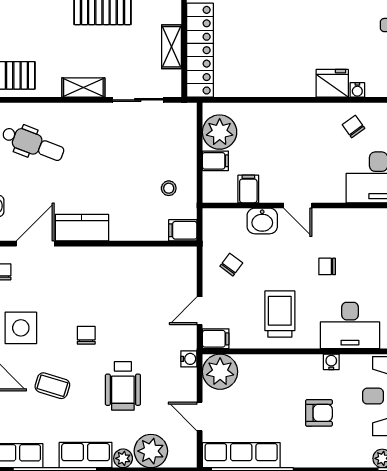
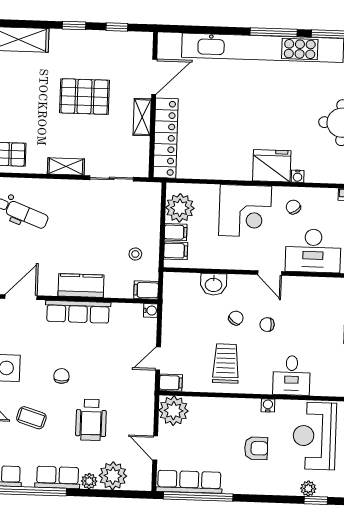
shelving: (171, 47) -> (142, 117), moved
fridge: (332, 83) -> (272, 166), width x1.36, depth x1.34
corner desk: (297, 133) -> (245, 211), added
filing cabinet: (248, 189) -> (176, 251), moved, turned 90
door: (298, 205) -> (270, 273), moved
kitchen counter: (82, 228) -> (81, 286), moved
row of seats: (103, 259) -> (78, 312), added
chair: (231, 265) -> (236, 318), moved
desk: (350, 325) -> (292, 375), width x0.73
water cooler: (189, 359) -> (151, 311), moved

